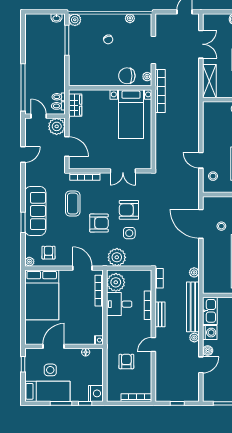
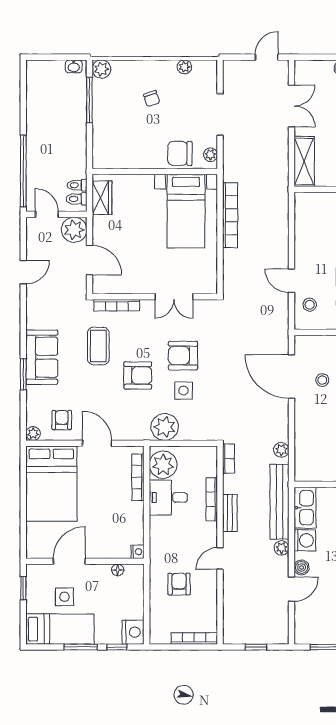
bookcase: (160, 91) -> (230, 215), moved
sofa: (35, 211) -> (42, 357), width x0.73
door: (82, 268) -> (97, 443), moved

